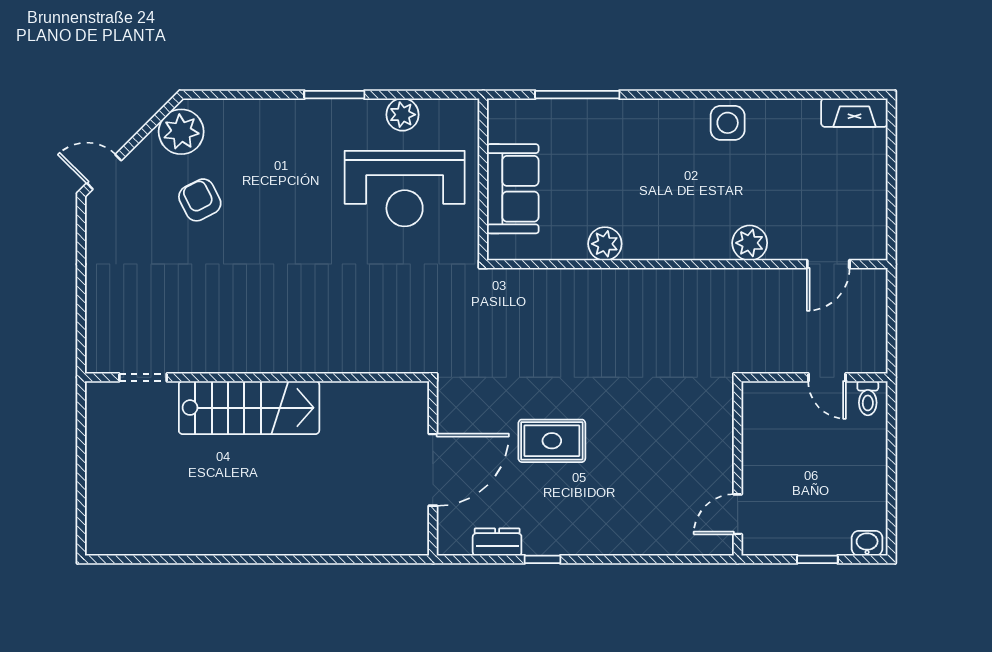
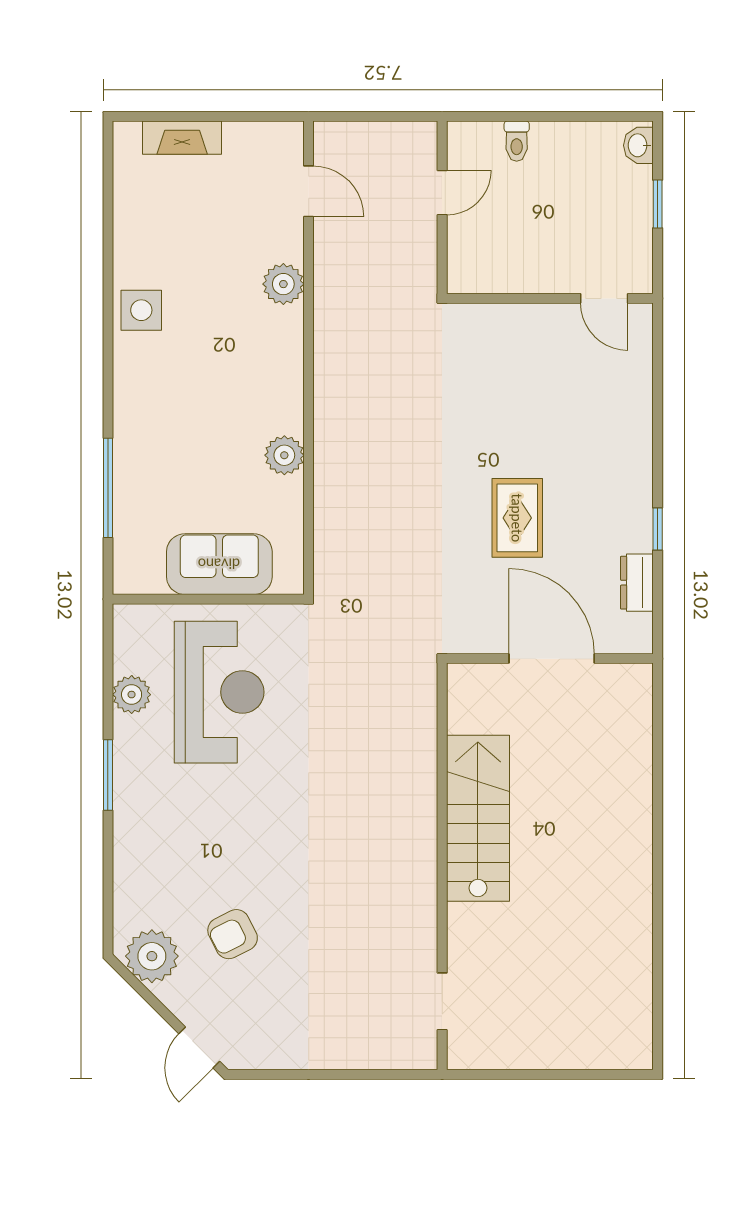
fireplace: (854, 113) -> (182, 138), moved, turned 90
toilet: (868, 398) -> (517, 141), moved, turned 90
stairs: (249, 408) -> (478, 818), moved

